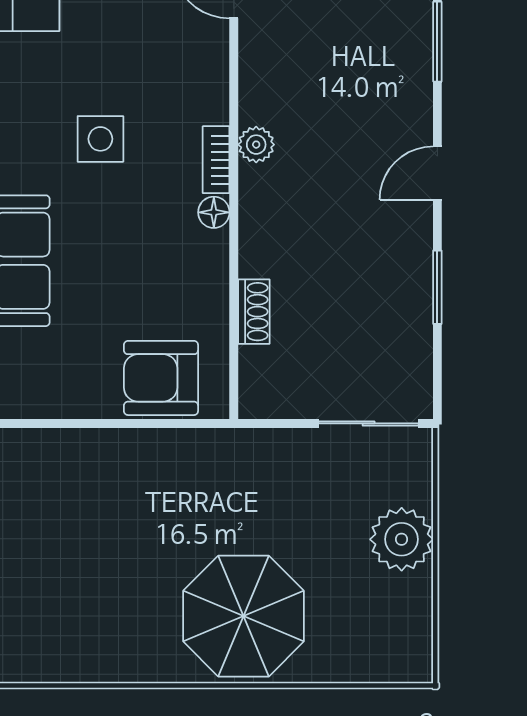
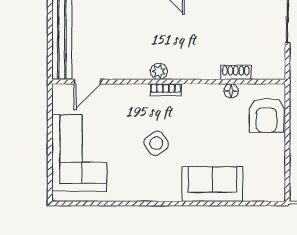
side table: (100, 139) -> (156, 143), turned -36
floor lamp: (214, 212) -> (231, 91), moved

